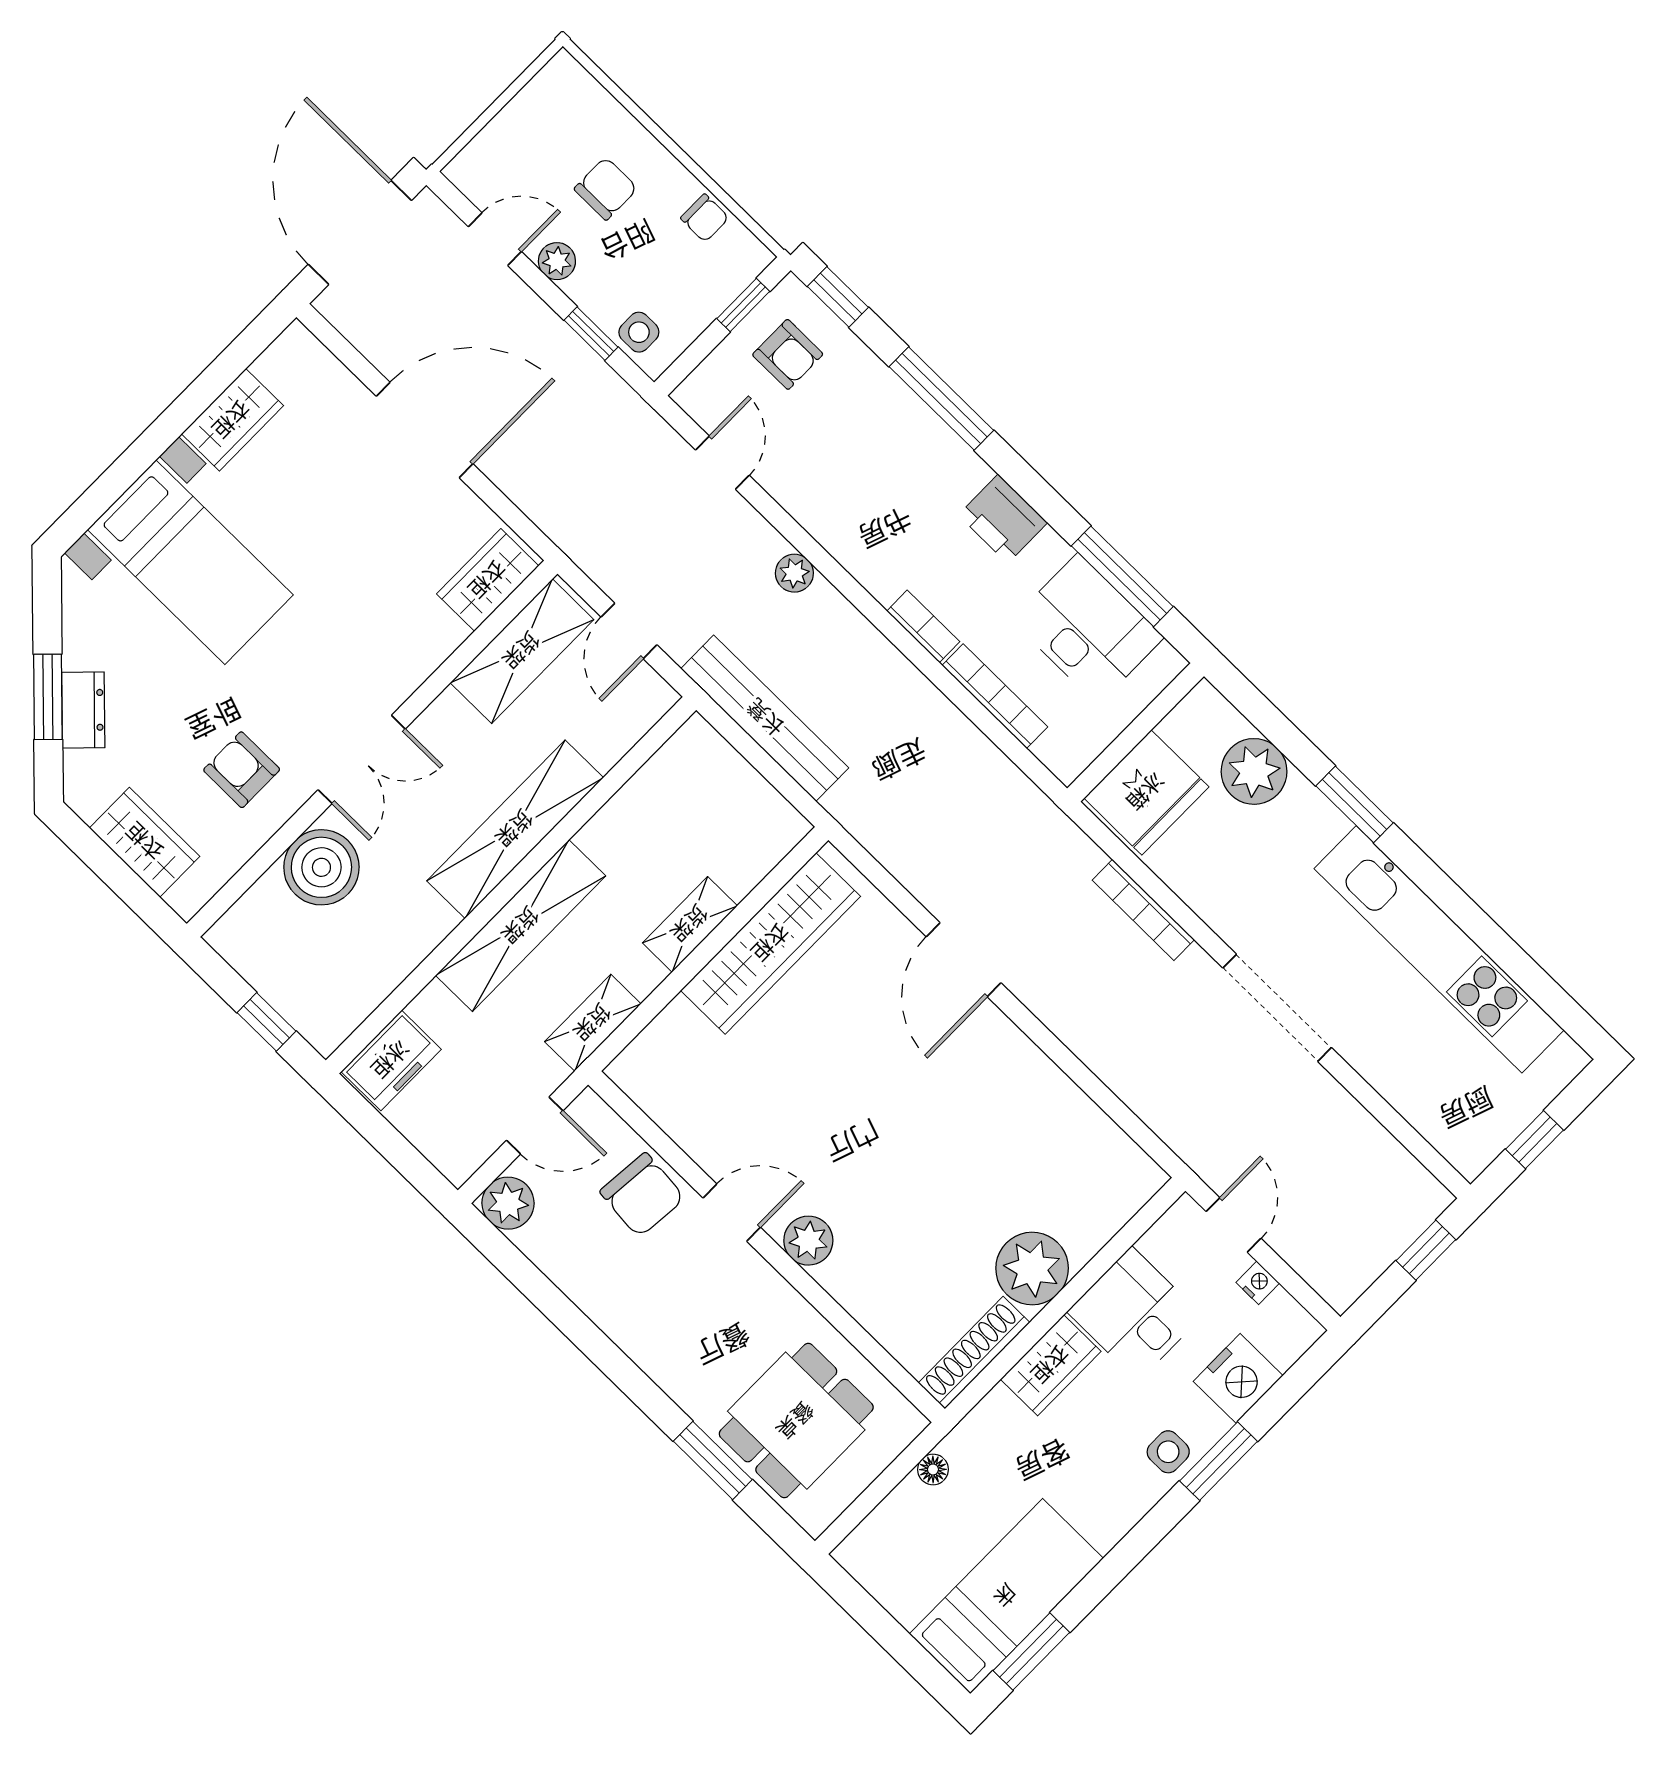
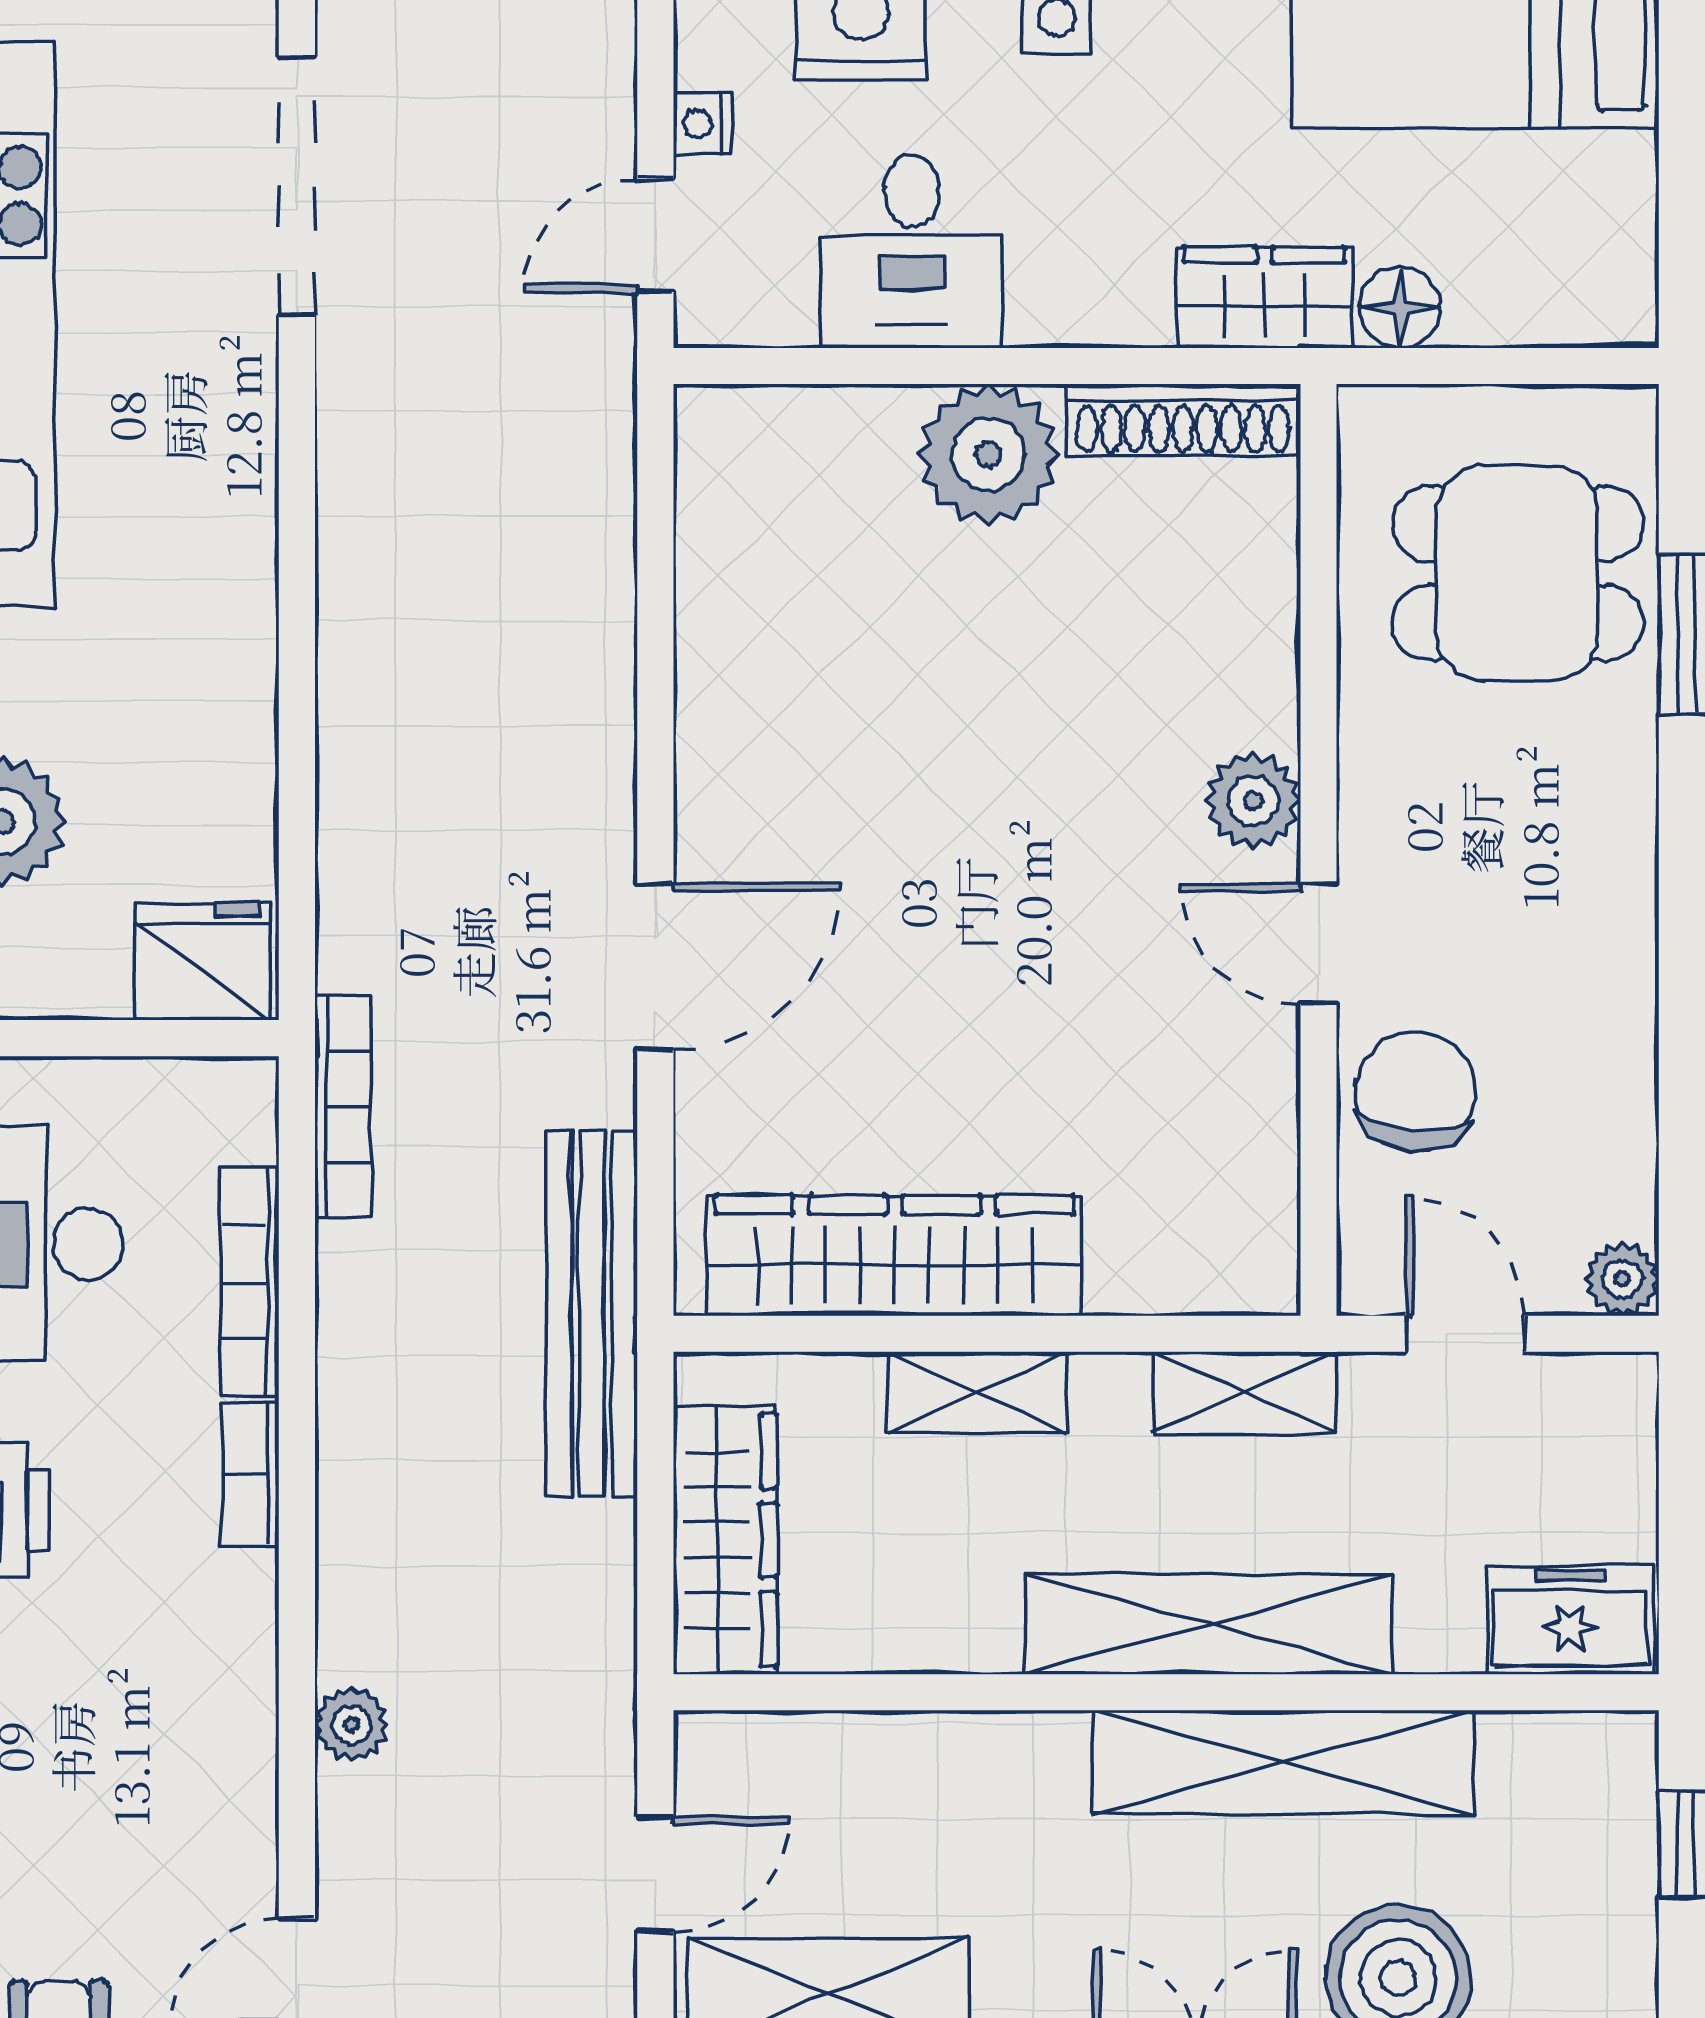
bench: (765, 718) -> (592, 1314), moved
wardrobe: (727, 778) -> (725, 1540), added
fridge: (1146, 792) -> (202, 961), width x0.73, depth x0.75
shelving: (515, 829) -> (1283, 1762), moved
bookcase: (1143, 910) -> (343, 1107), moved
doorway: (1277, 1008) -> (297, 186), moved
plant: (508, 1203) -> (1622, 1279), width x0.73, depth x0.73
wardrobe: (1051, 1365) -> (1264, 297), moved
floor lamp: (933, 1469) -> (1400, 307), width x1.37, depth x1.37

